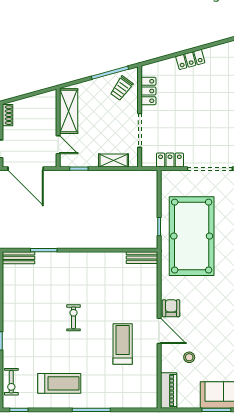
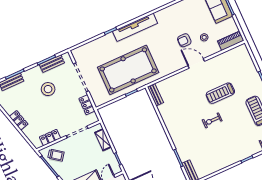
stool: (214, 118) -> (48, 89), added
armchair: (171, 308) -> (184, 40), moved
door: (159, 331) -> (196, 63), hinge flipped
treadmill: (123, 344) -> (220, 93), moved

